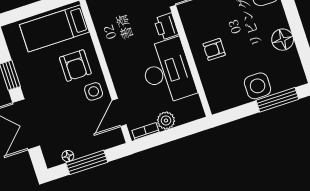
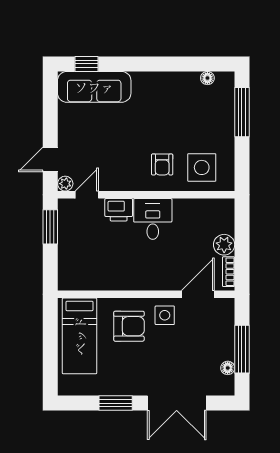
floor lamp: (283, 40) -> (207, 78), moved, width x0.53, depth x0.53
desk: (167, 71) -> (153, 219), width x0.53, depth x0.77
side table: (258, 86) -> (202, 167), moved
door: (119, 112) -> (198, 294), swing flipped

